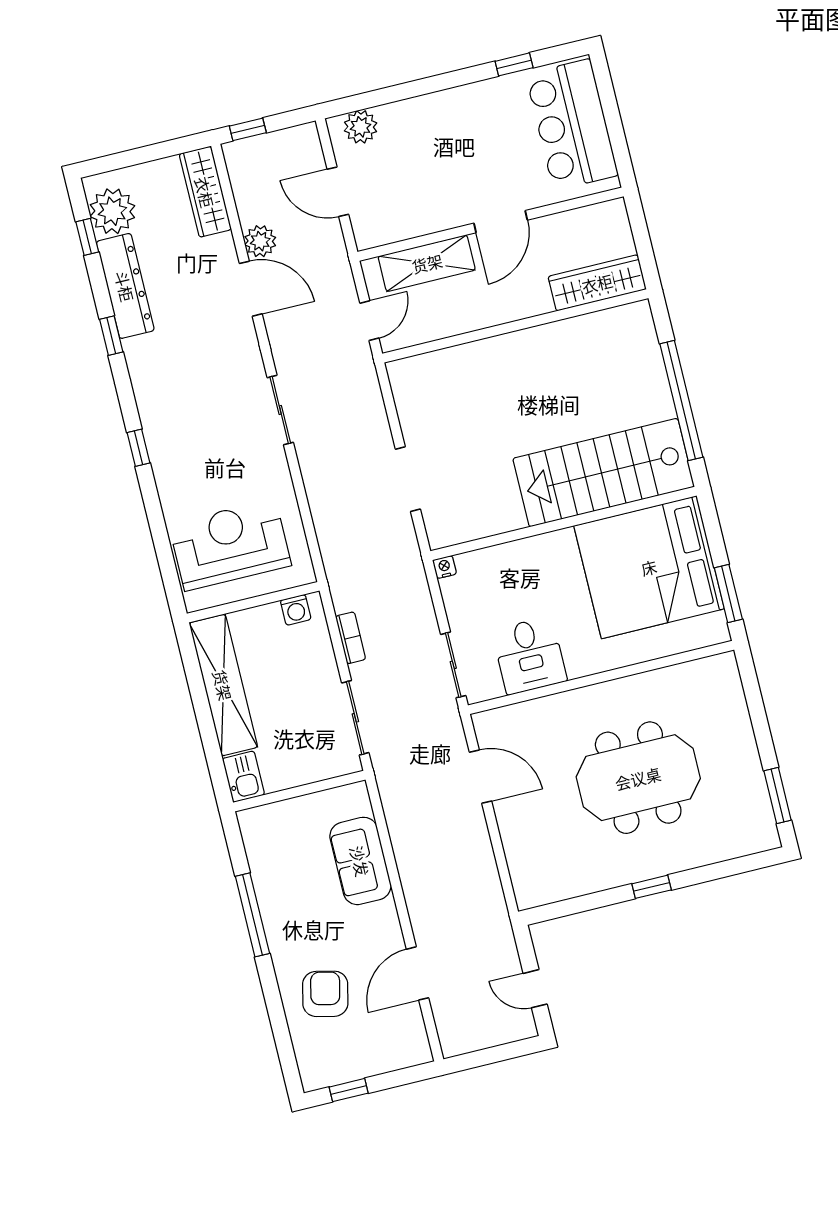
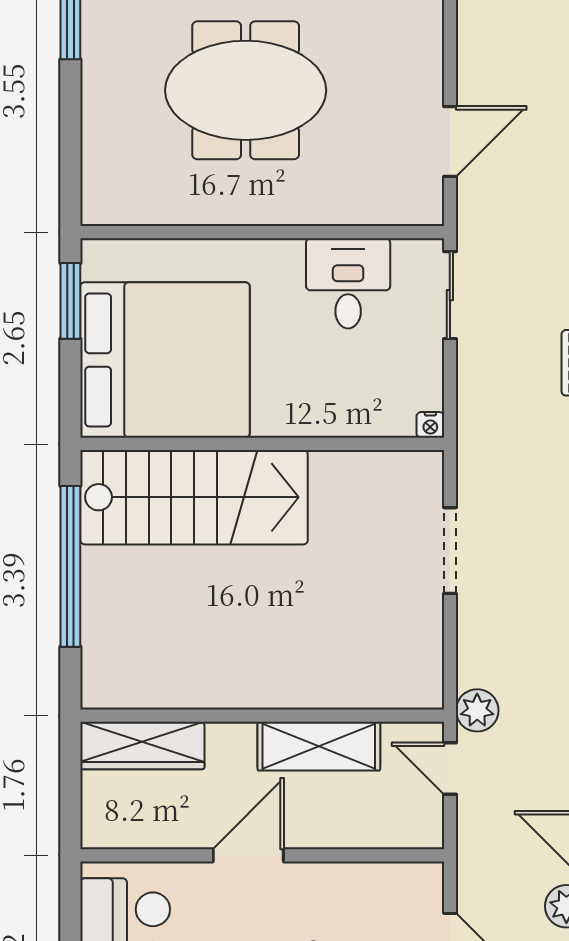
shelving: (427, 263) -> (319, 746), moved
door: (369, 321) -> (450, 769), hinge flipped
plant: (360, 368) -> (477, 710), added
door: (480, 777) -> (450, 141), swing flipped

